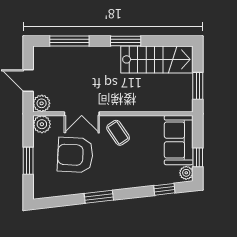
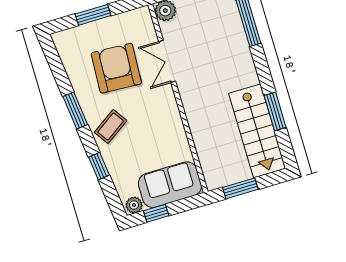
window: (126, 41) -> (275, 111), moved
plant: (42, 124) -> (141, 18), removed
coffee table: (118, 133) -> (111, 126), moved
window: (164, 189) -> (99, 166), moved

